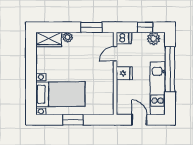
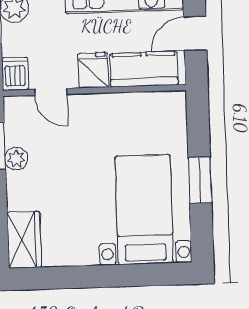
plant: (68, 37) -> (16, 159), moved
kitchen counter: (124, 96) -> (144, 69), added

